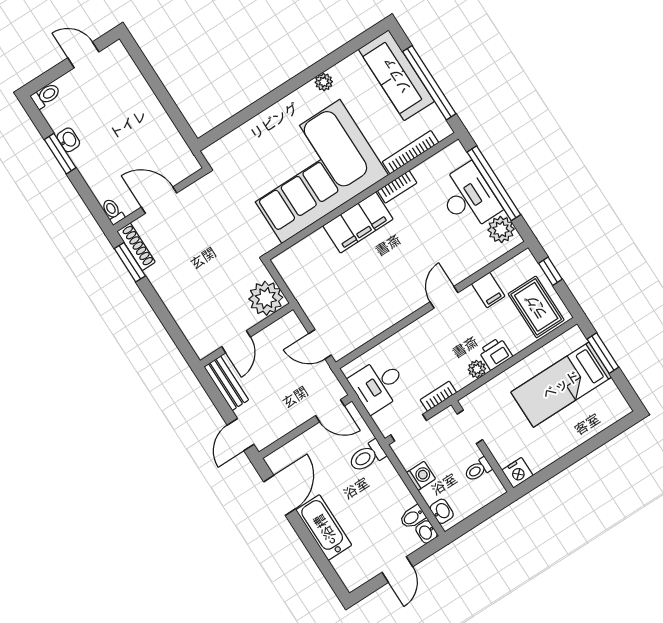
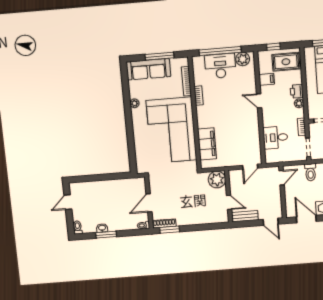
window: (429, 83) -> (160, 56), width x0.68
filing cabinet: (358, 222) -> (207, 144), moved
desk: (378, 385) -> (275, 138), moved, turned 90

